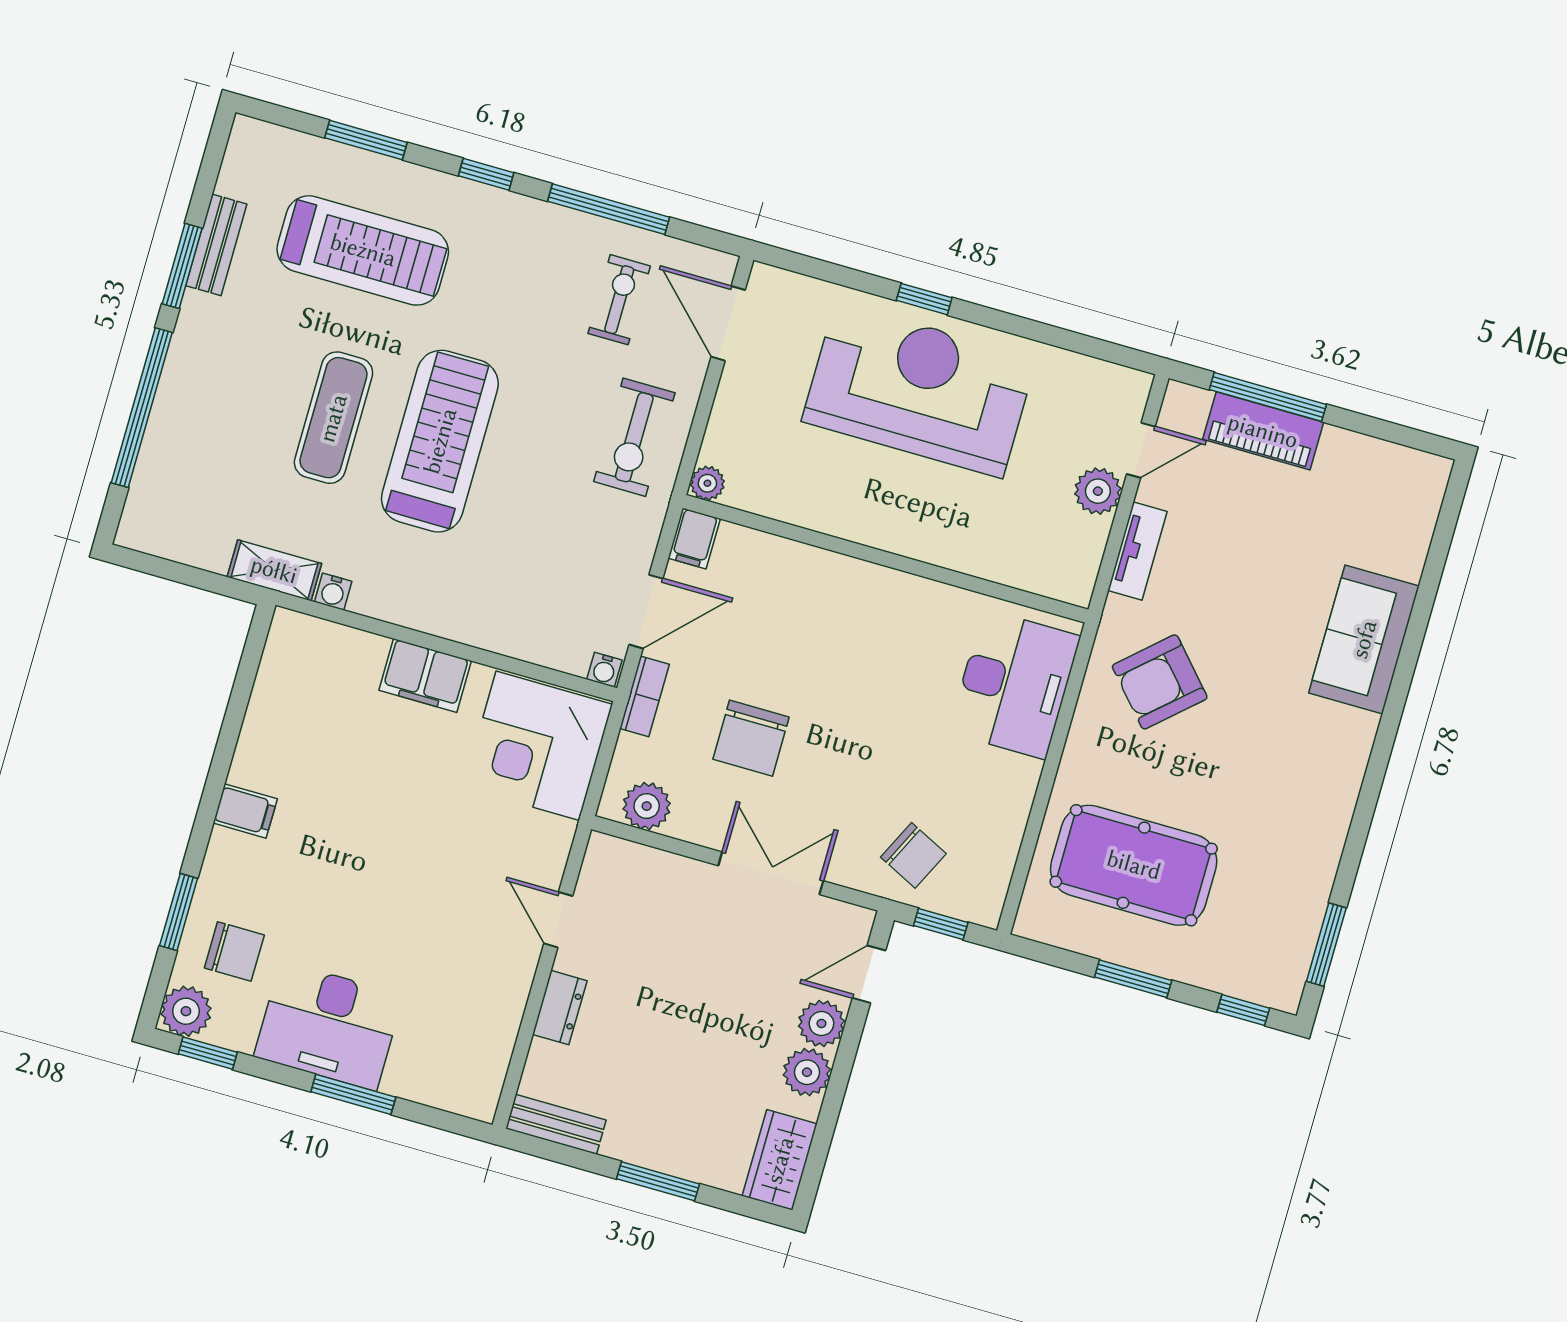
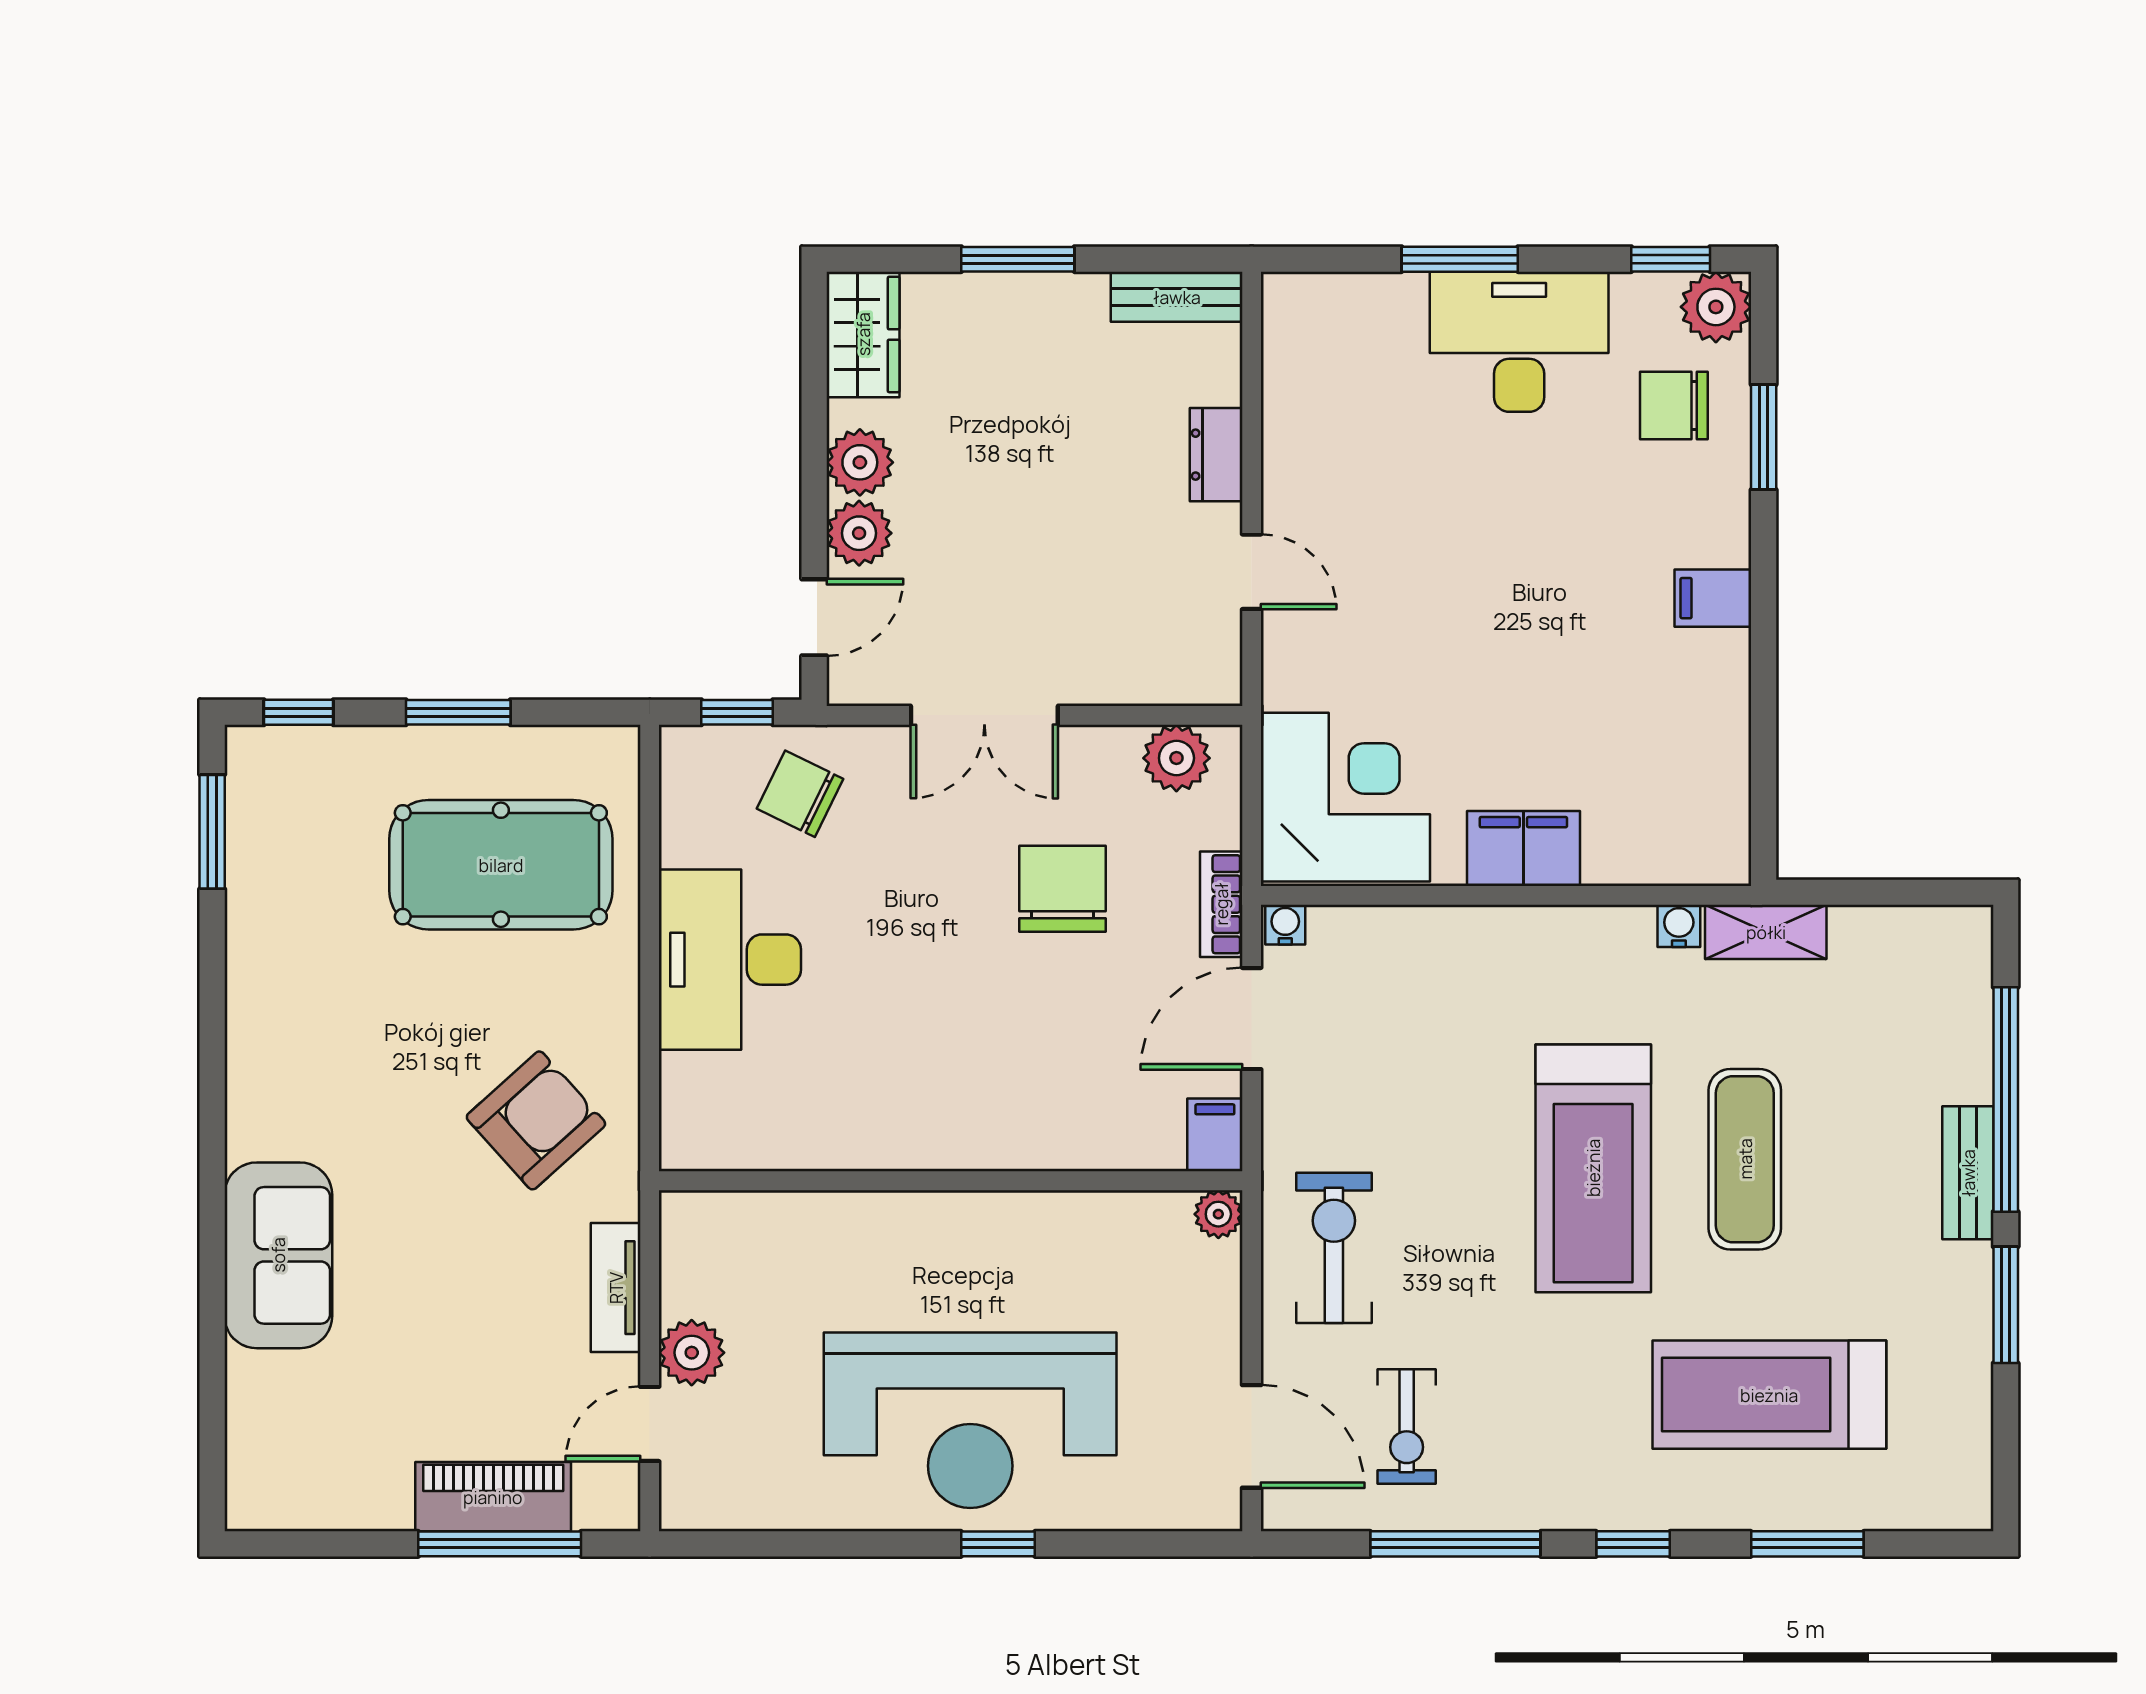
bench: (216, 245) -> (1968, 1173), moved
desk: (1014, 684) -> (730, 960), moved

